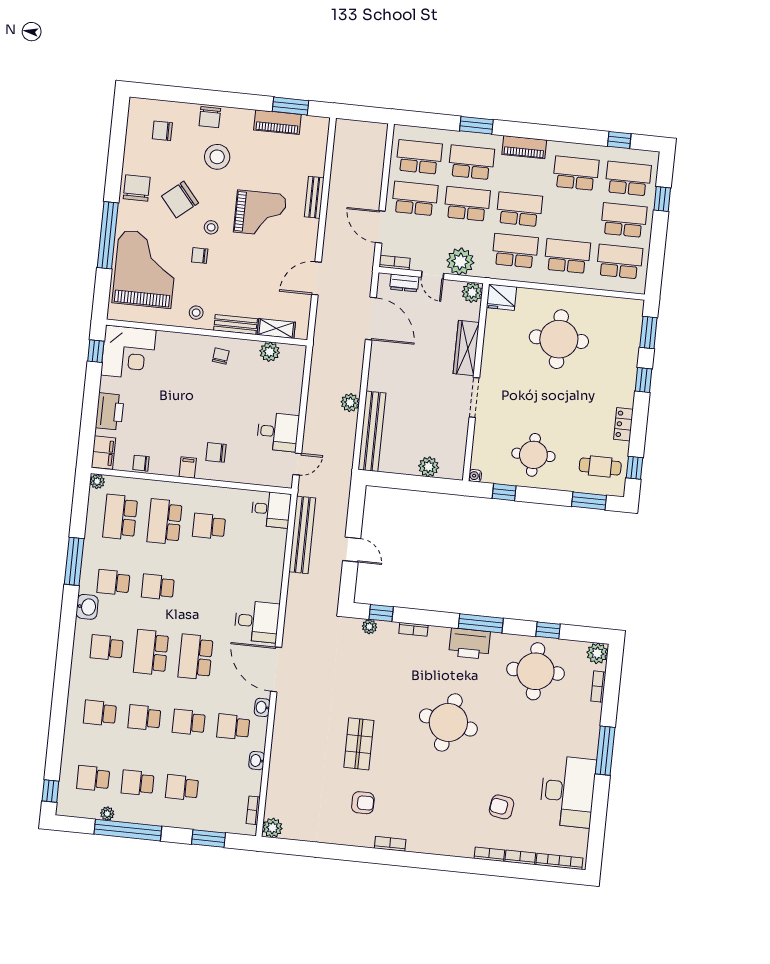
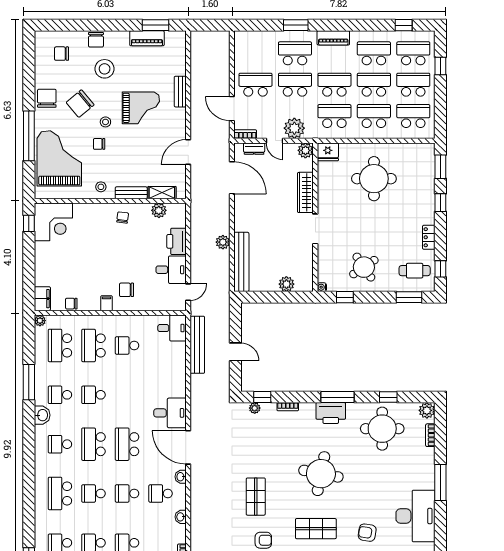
school desk: (419, 157) -> (374, 85), moved
printer: (110, 411) -> (177, 241), moved, turned 180
round table: (533, 455) -> (364, 267), turned -34
school desk: (100, 713) -> (60, 493), width x1.85
shop shelf: (434, 795) -> (316, 529), added

